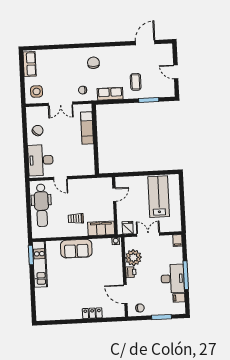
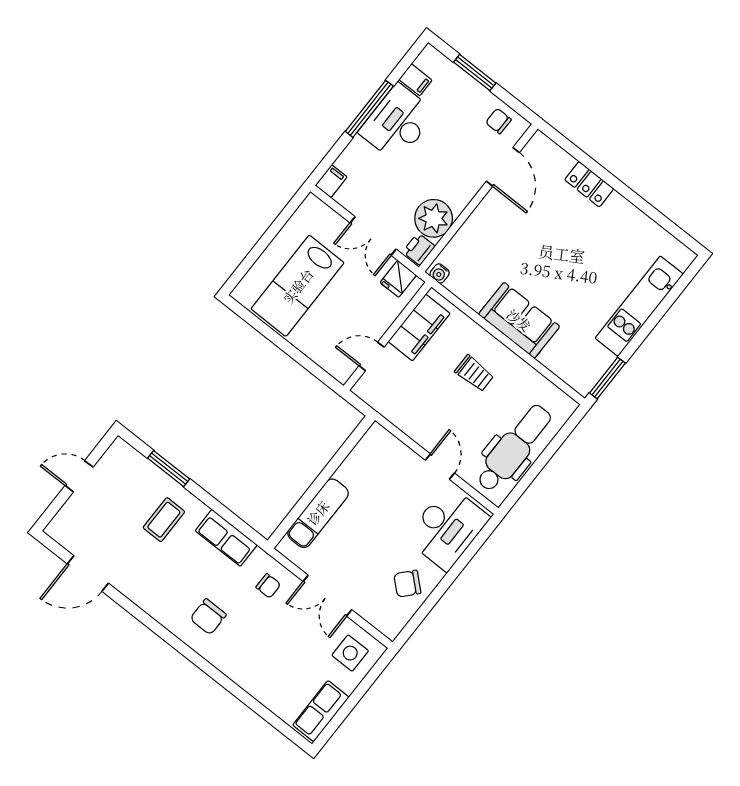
door: (176, 72) -> (79, 476), swing flipped
double door: (60, 104) -> (327, 596), swing flipped
filing cabinet: (101, 228) -> (419, 327), moved, turned -90
kitchen unit: (40, 264) -> (639, 306), moved
printer: (131, 272) -> (419, 249), moved

